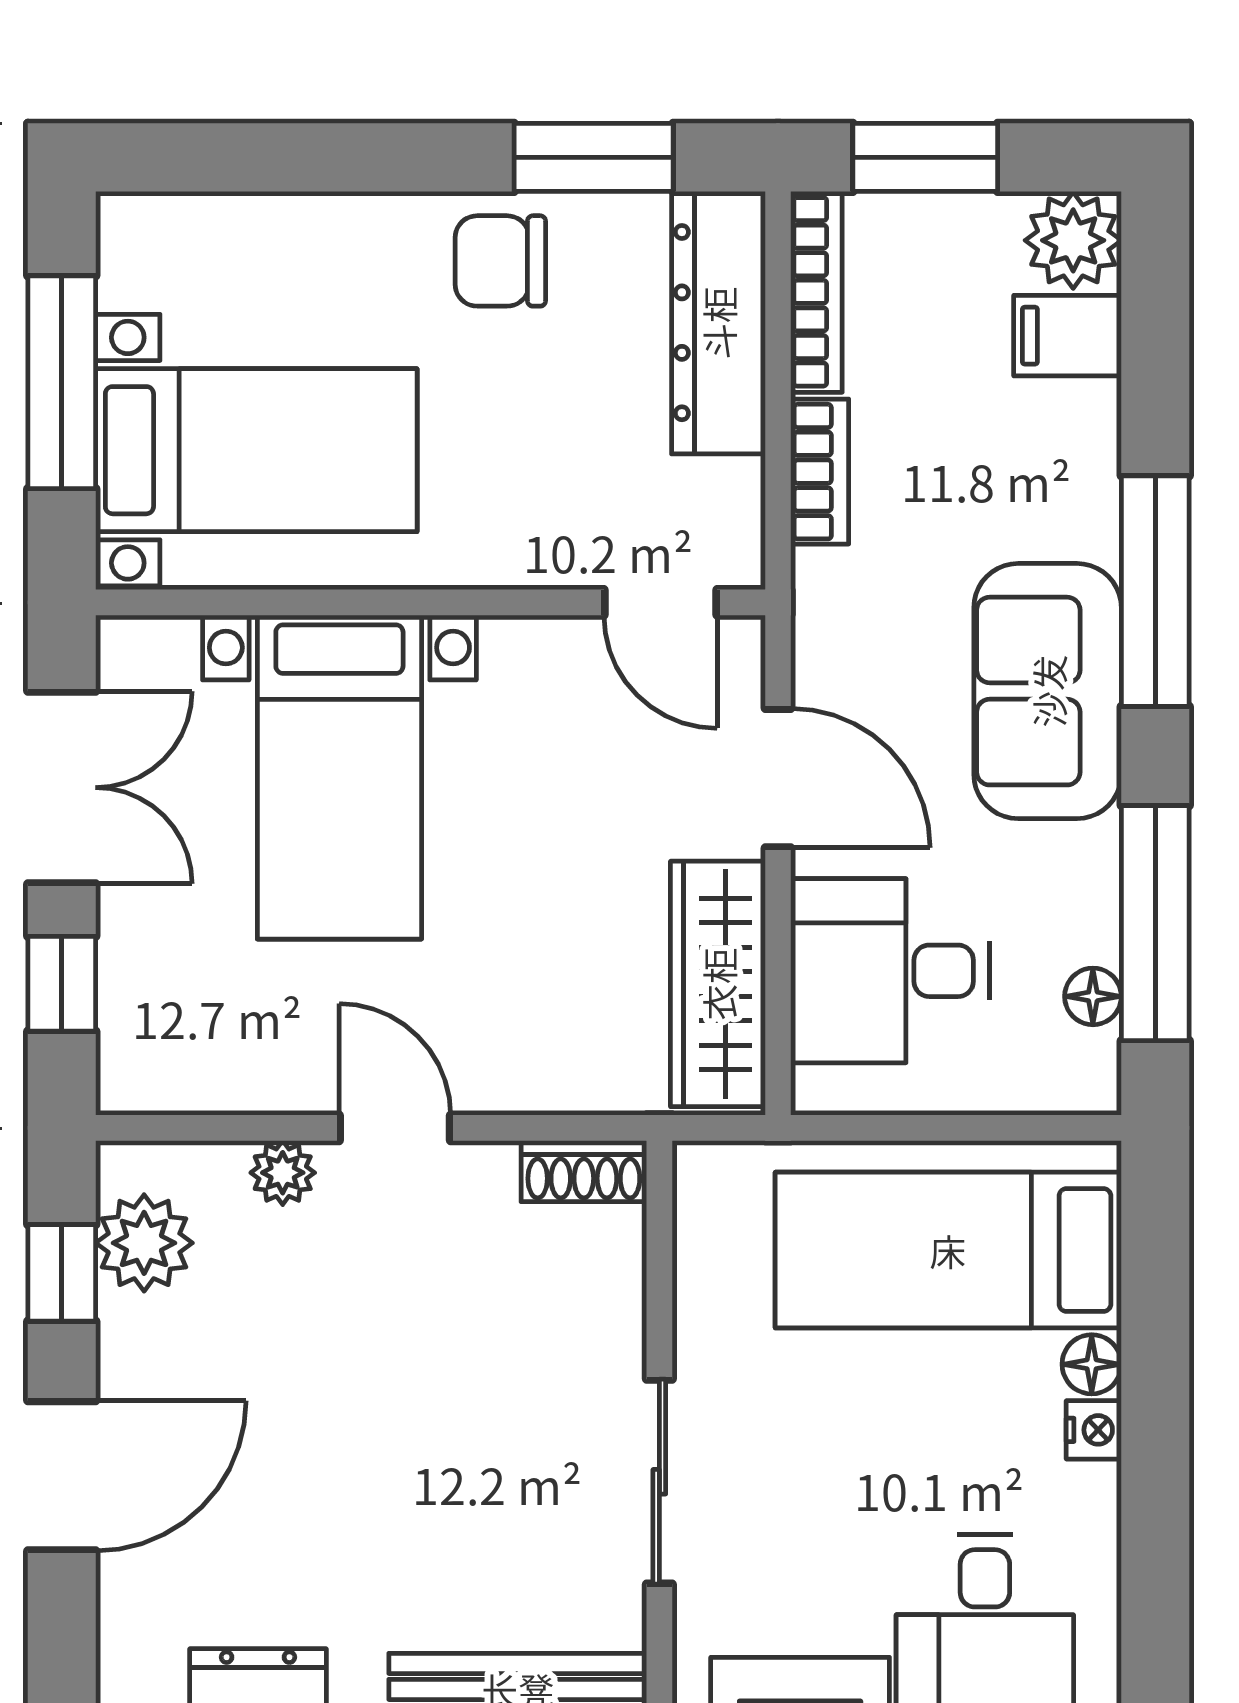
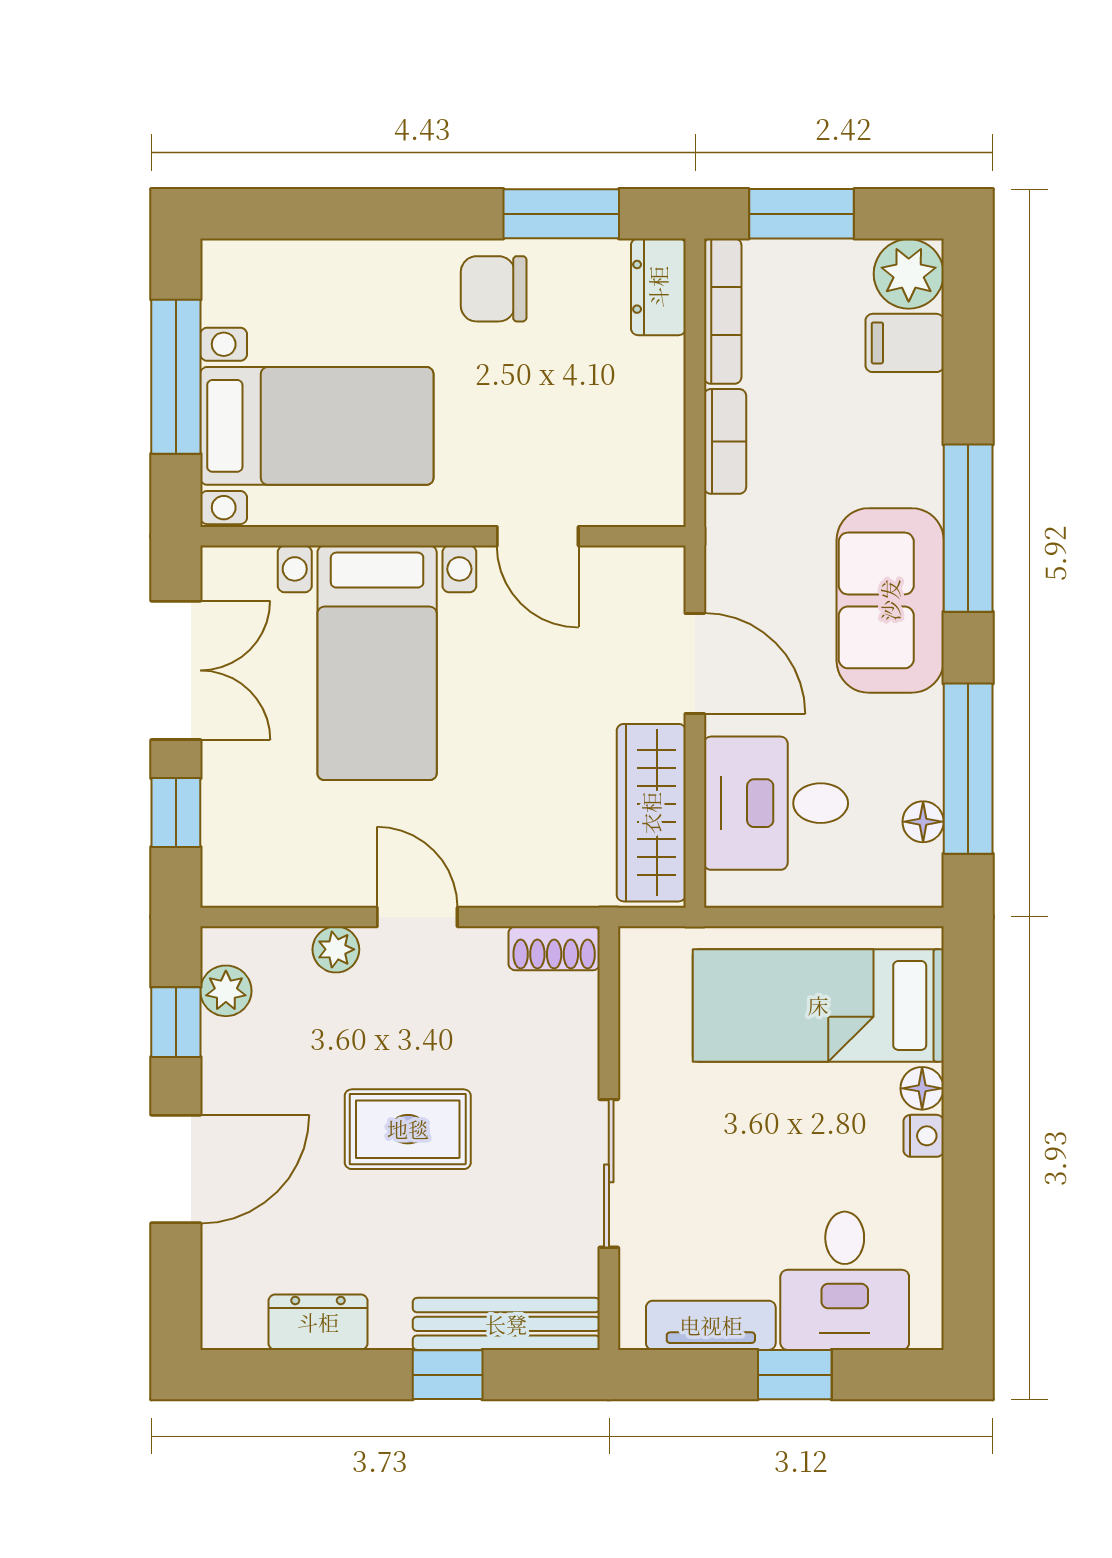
dresser: (718, 323) -> (658, 287), width x0.51, depth x0.80
door: (660, 602) -> (538, 536), moved
plant: (144, 1243) -> (226, 991), width x0.73, depth x0.73
rug: (382, 1421) -> (408, 1129), added

